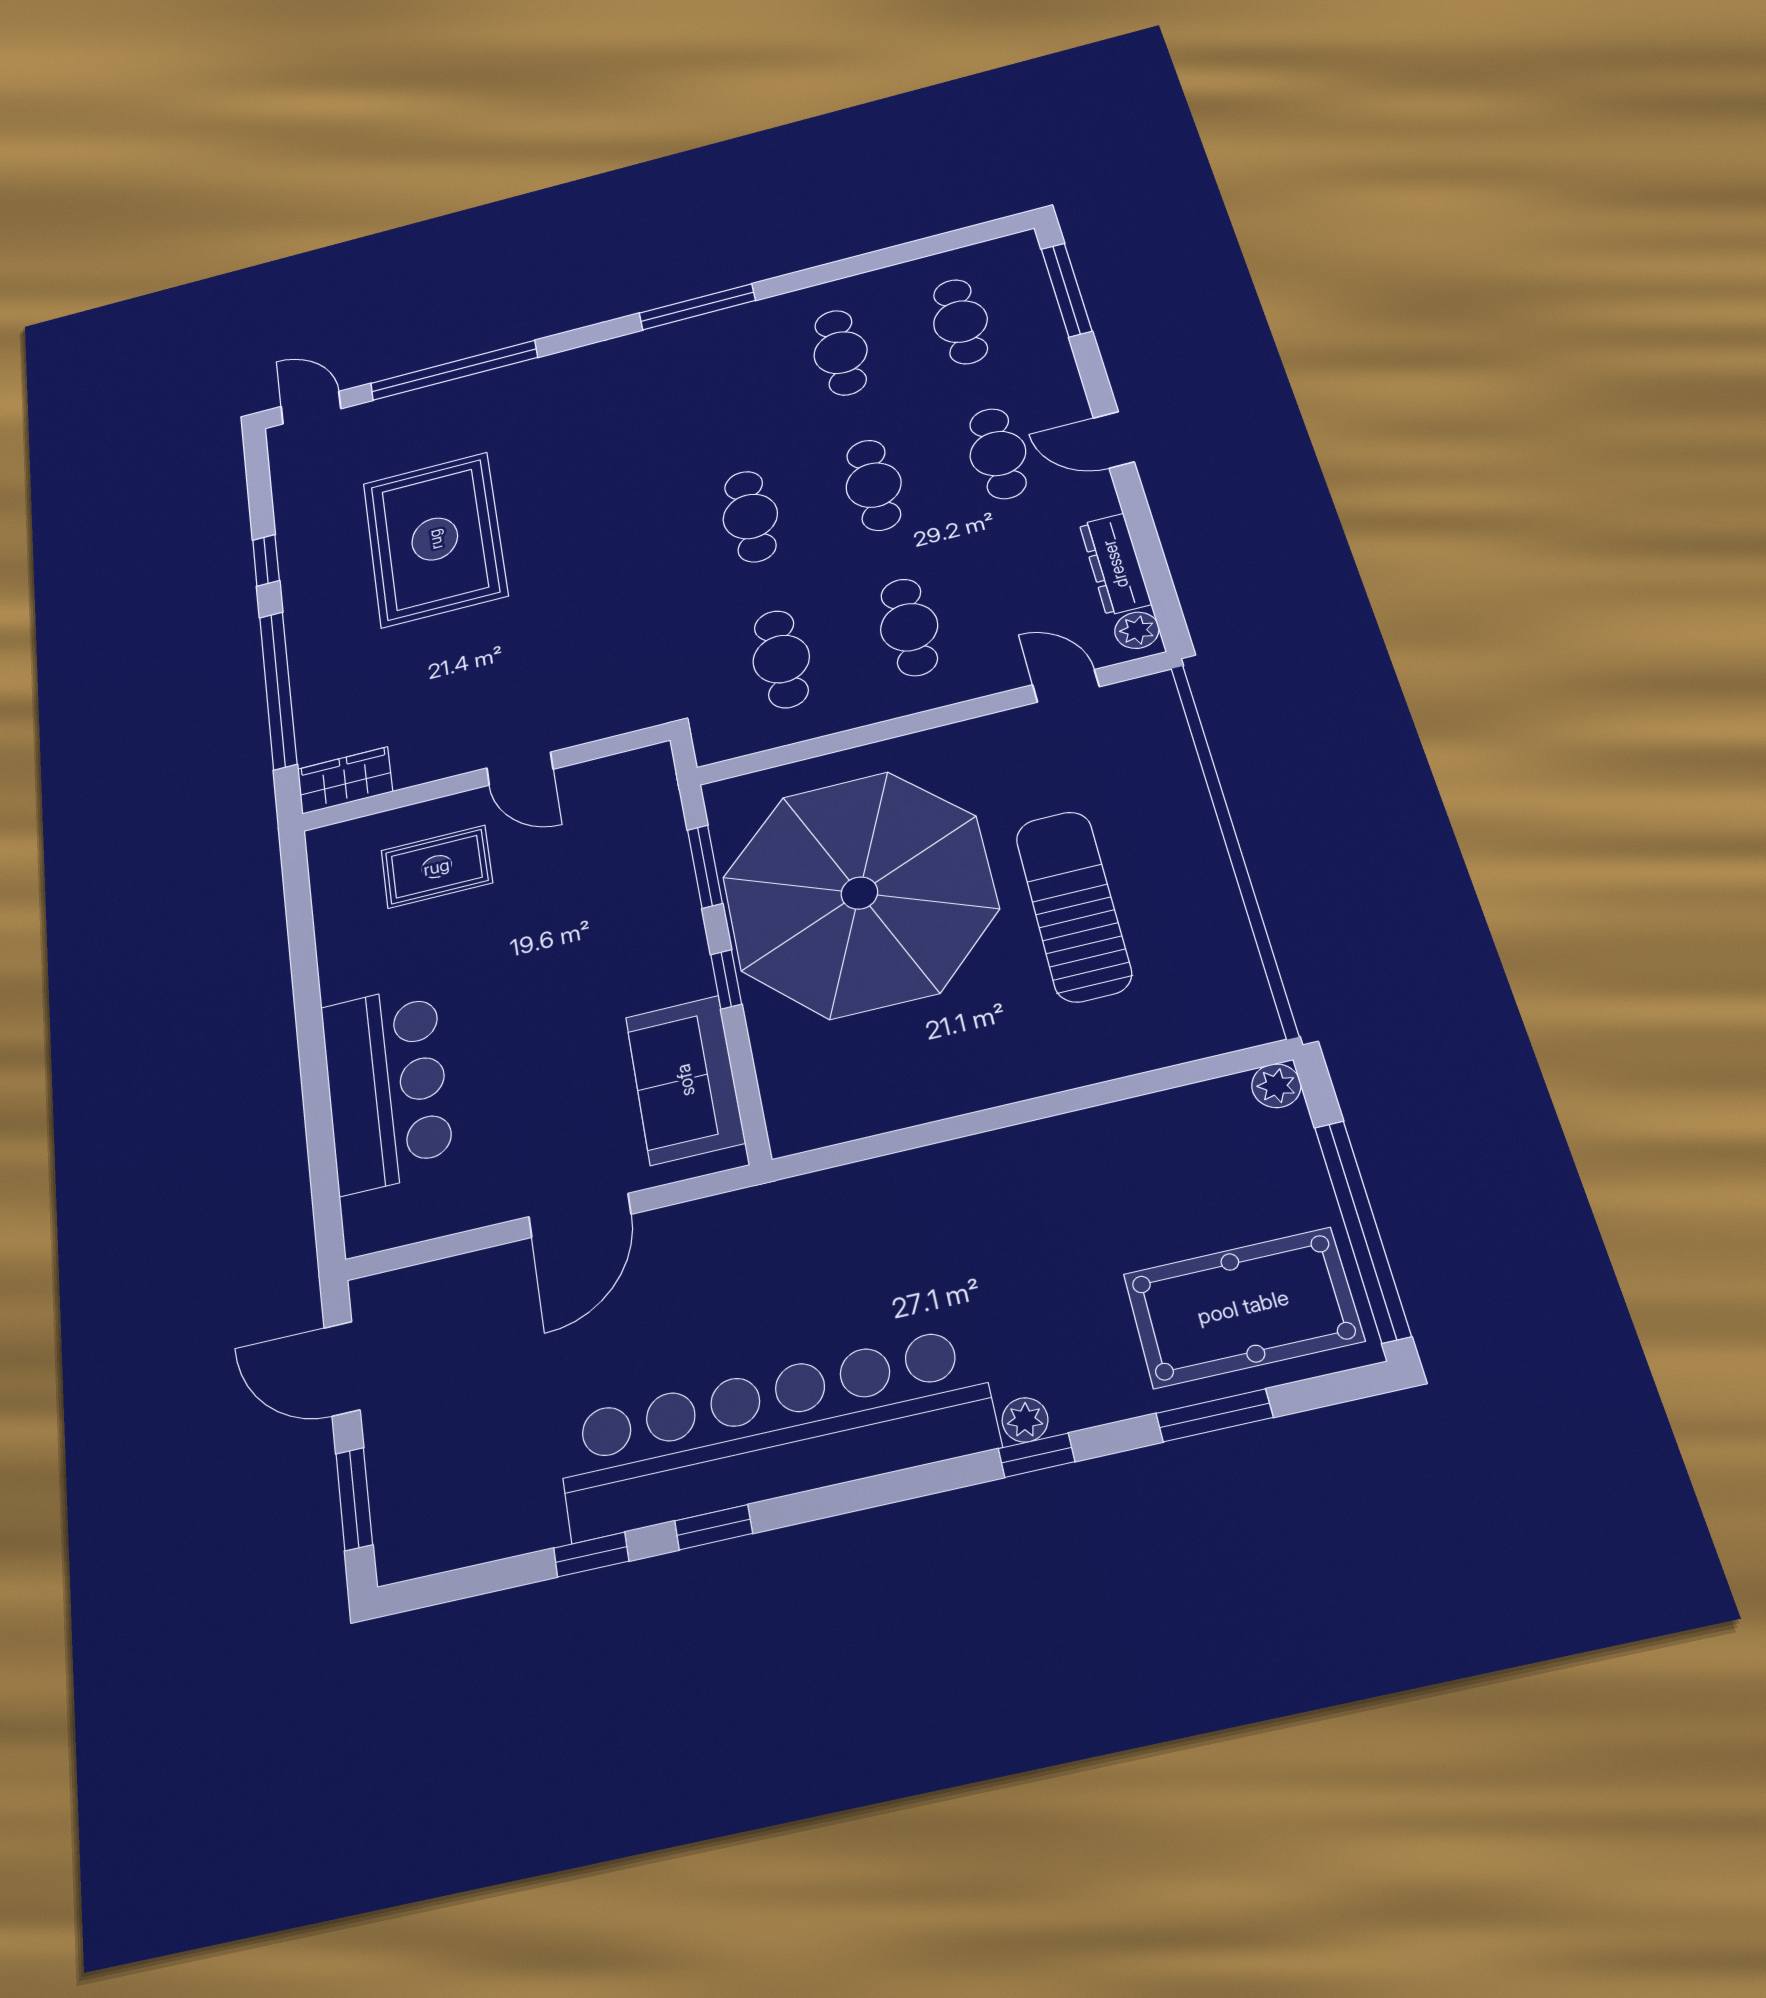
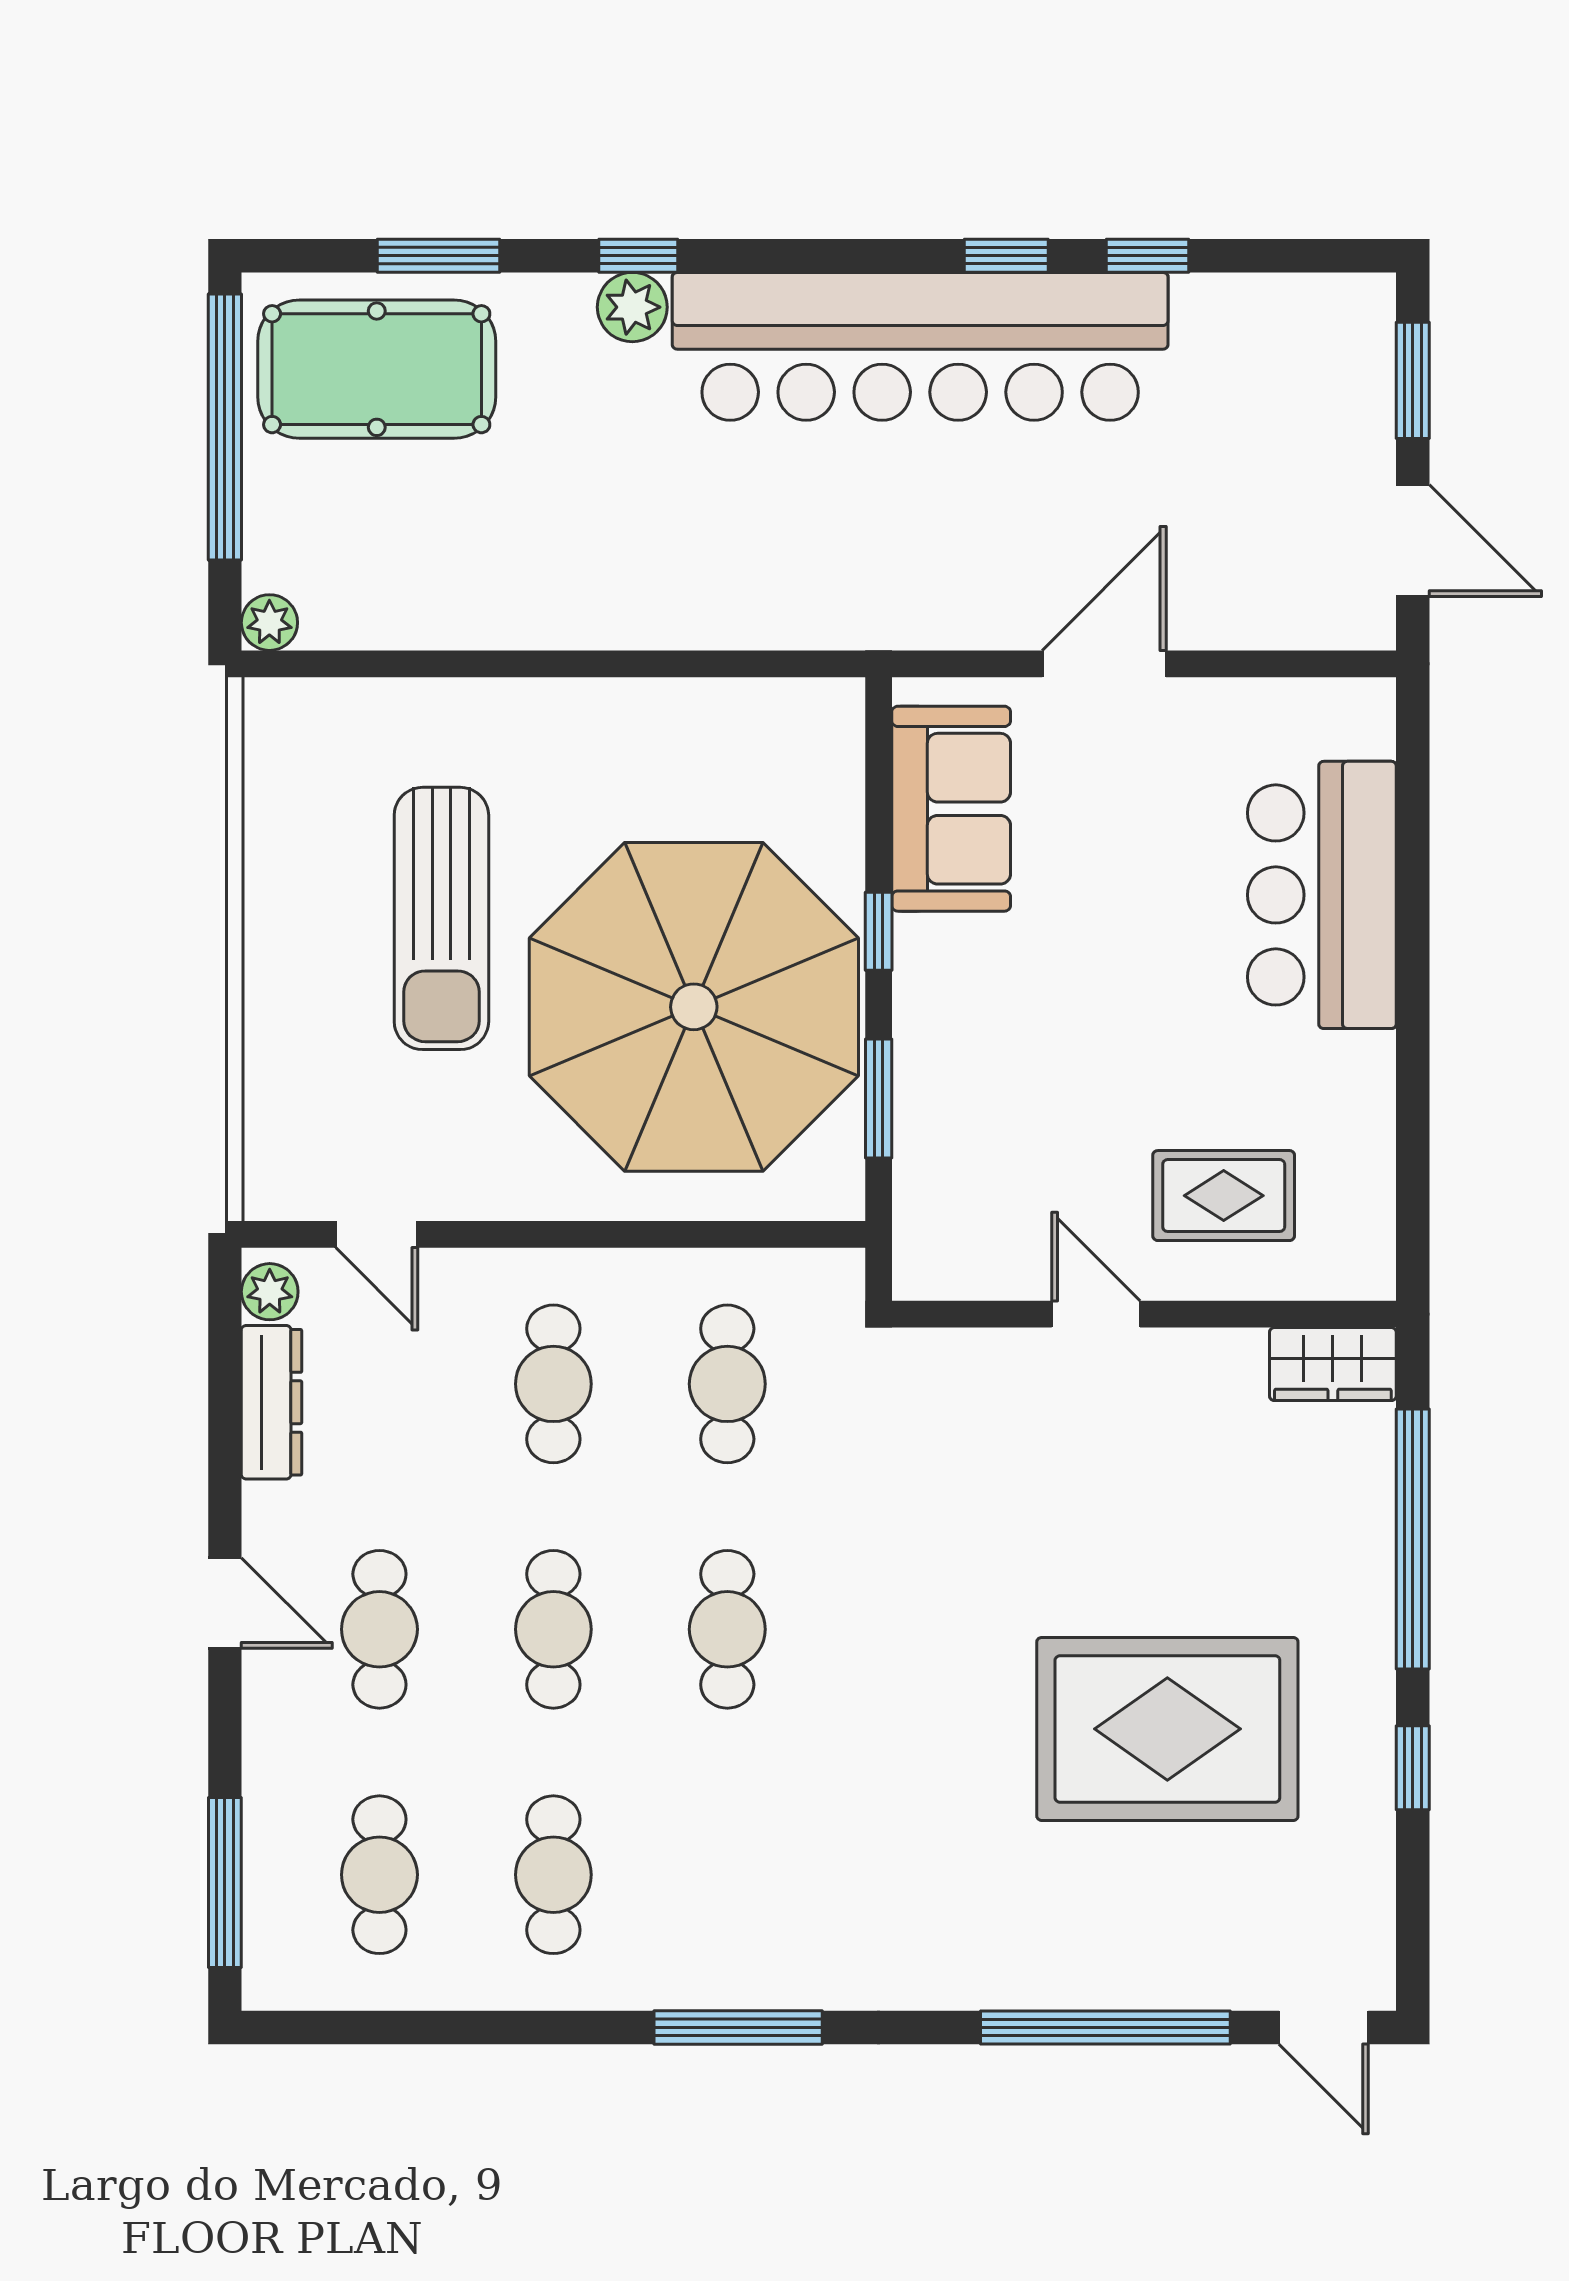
rug: (435, 539) -> (1167, 1729), turned 90
plant: (1025, 1420) -> (632, 307), width x1.38, depth x1.38

